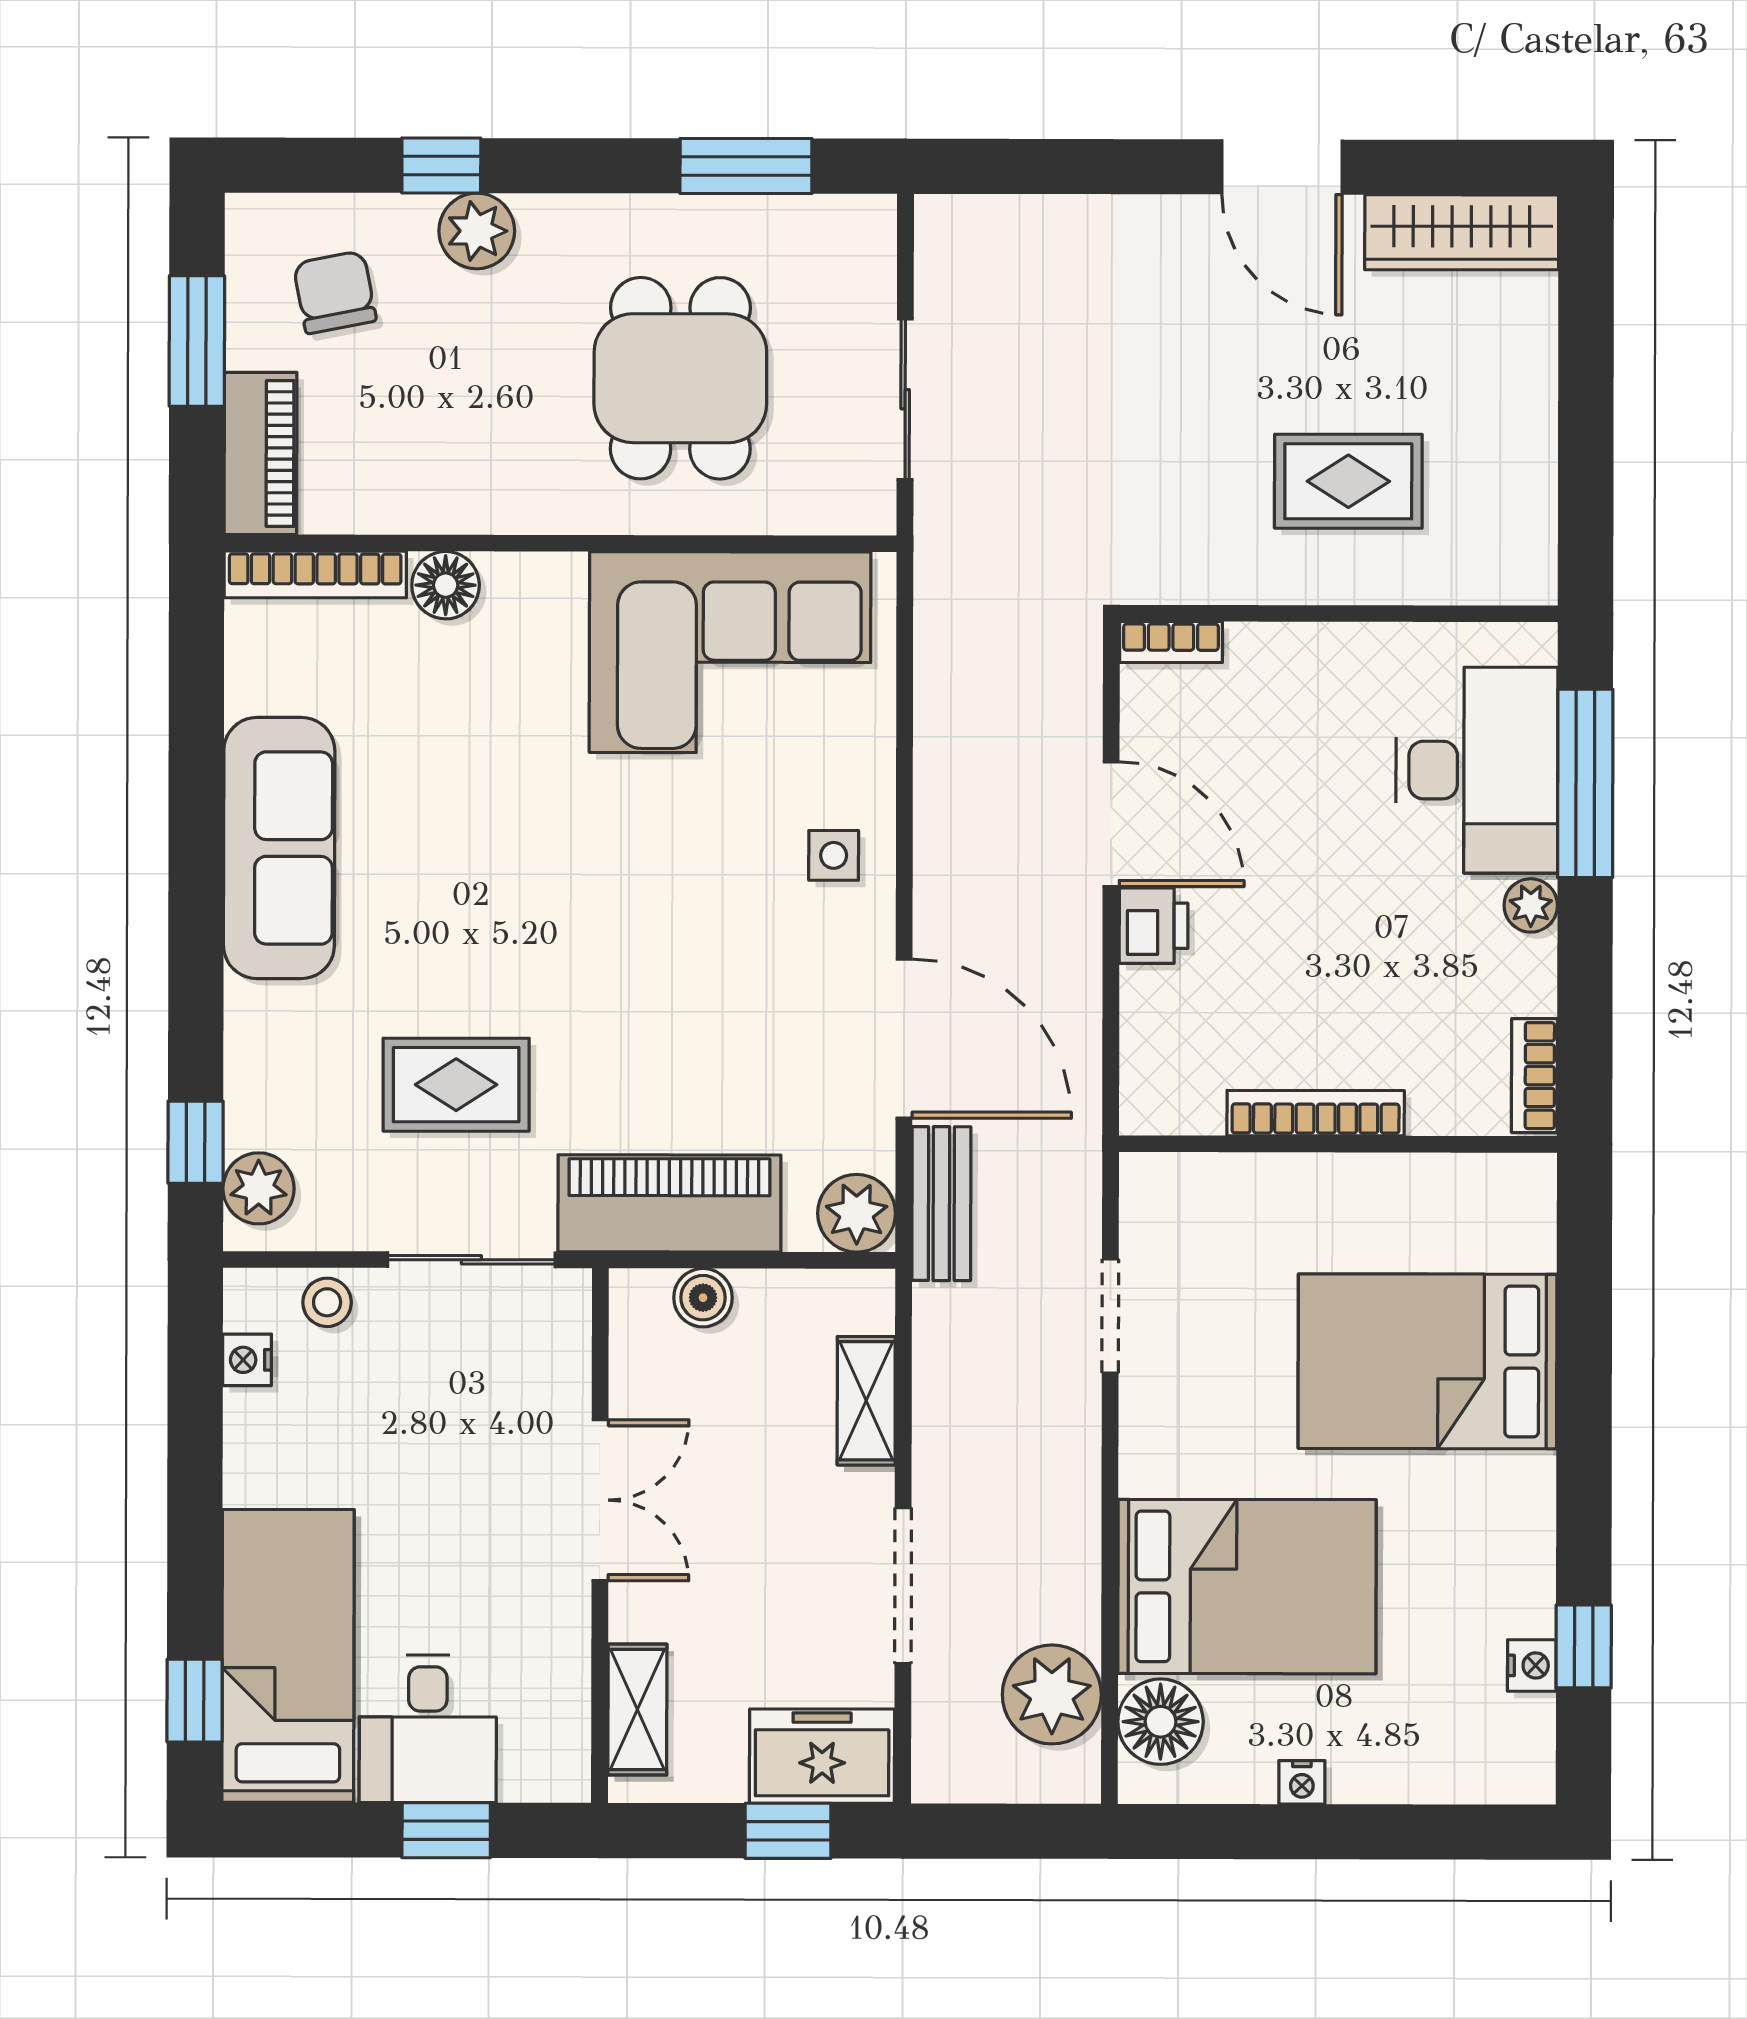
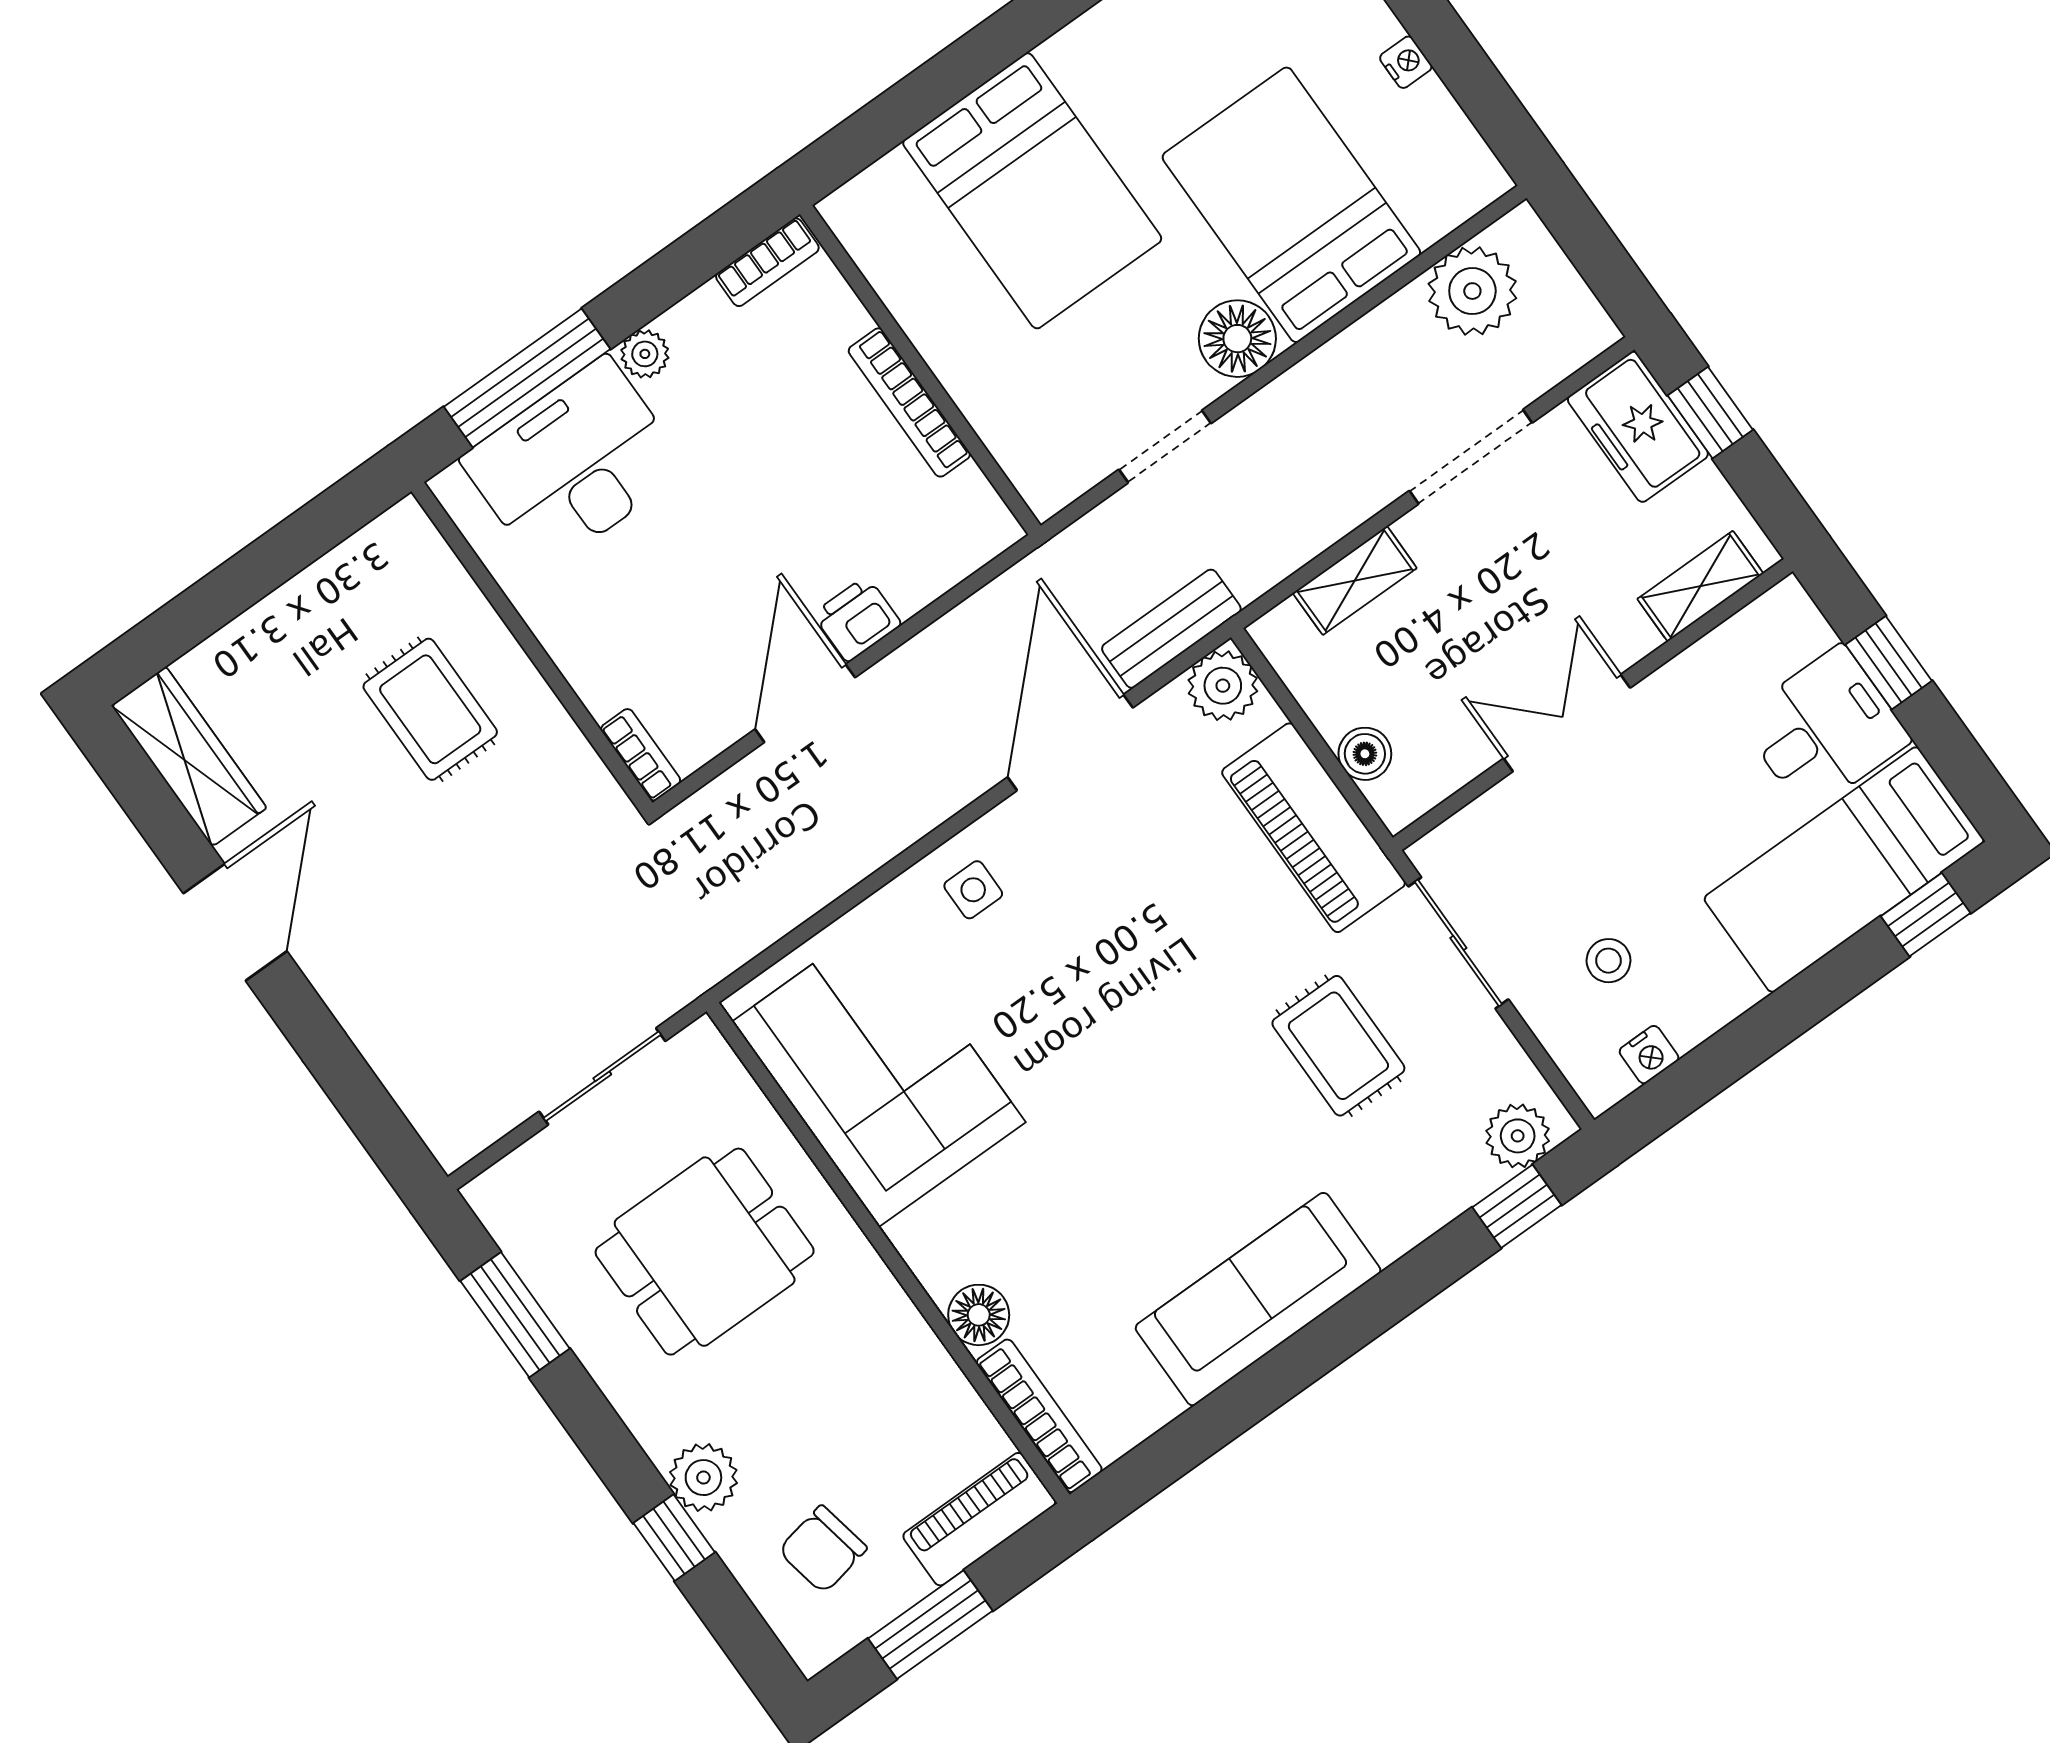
stool: (327, 1302) -> (1609, 961), moved
floor lamp: (1161, 1722) -> (1237, 339), moved

